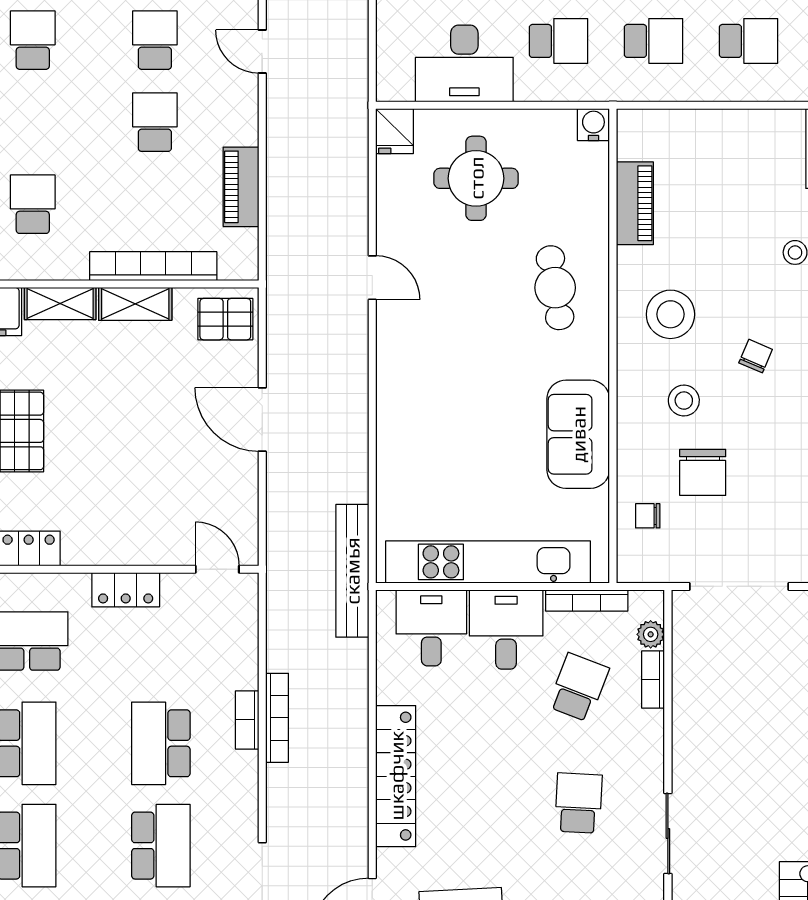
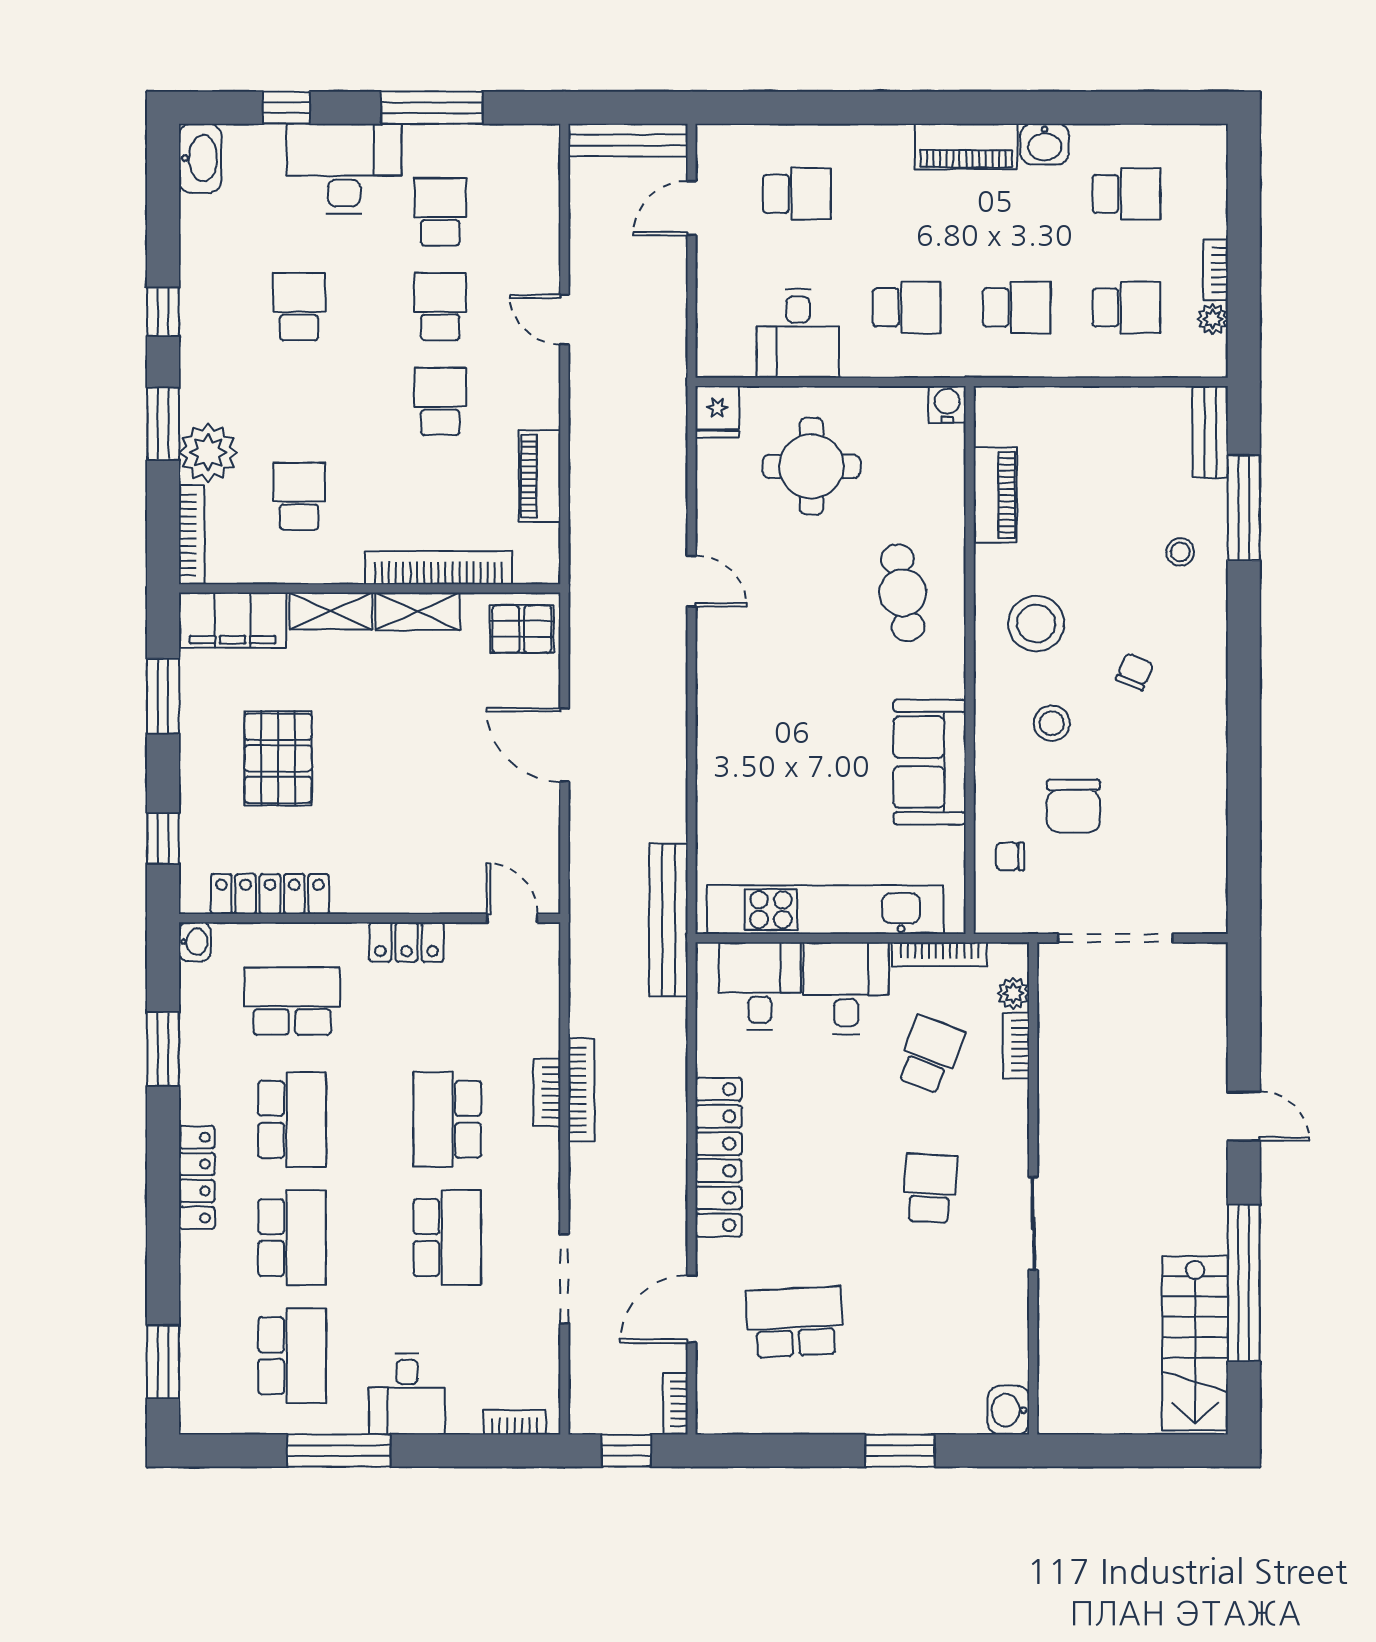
desk: (464, 63) -> (798, 333), width x0.73

